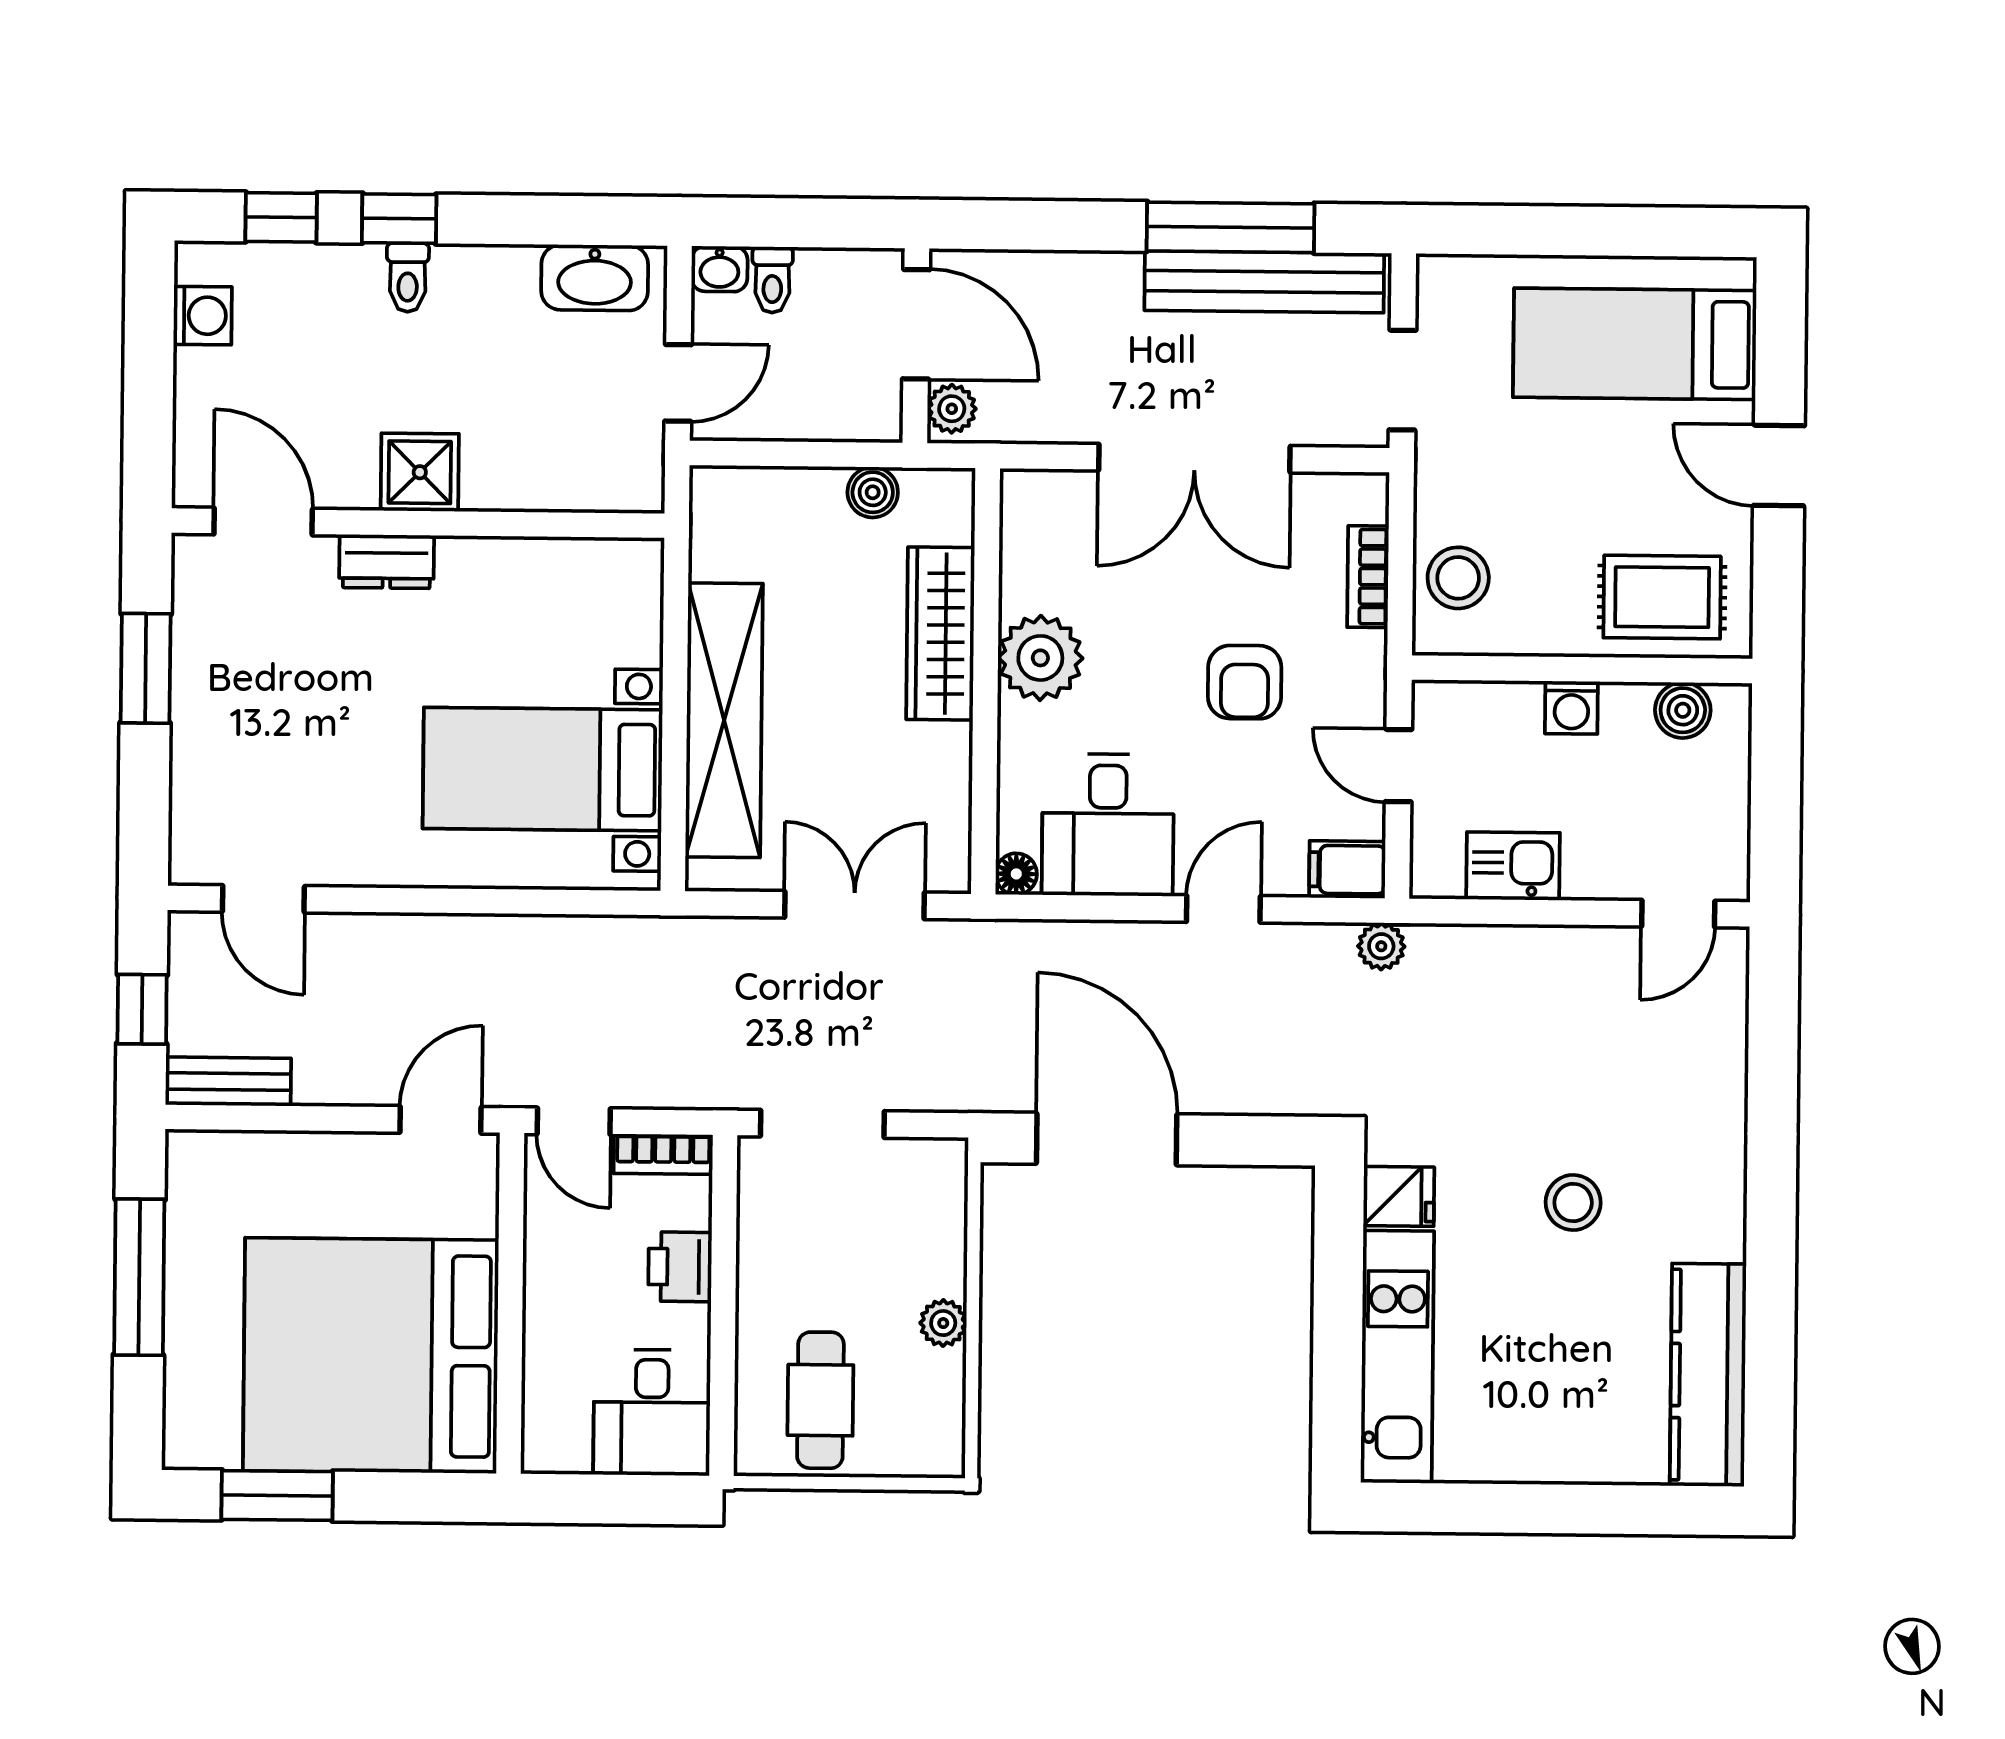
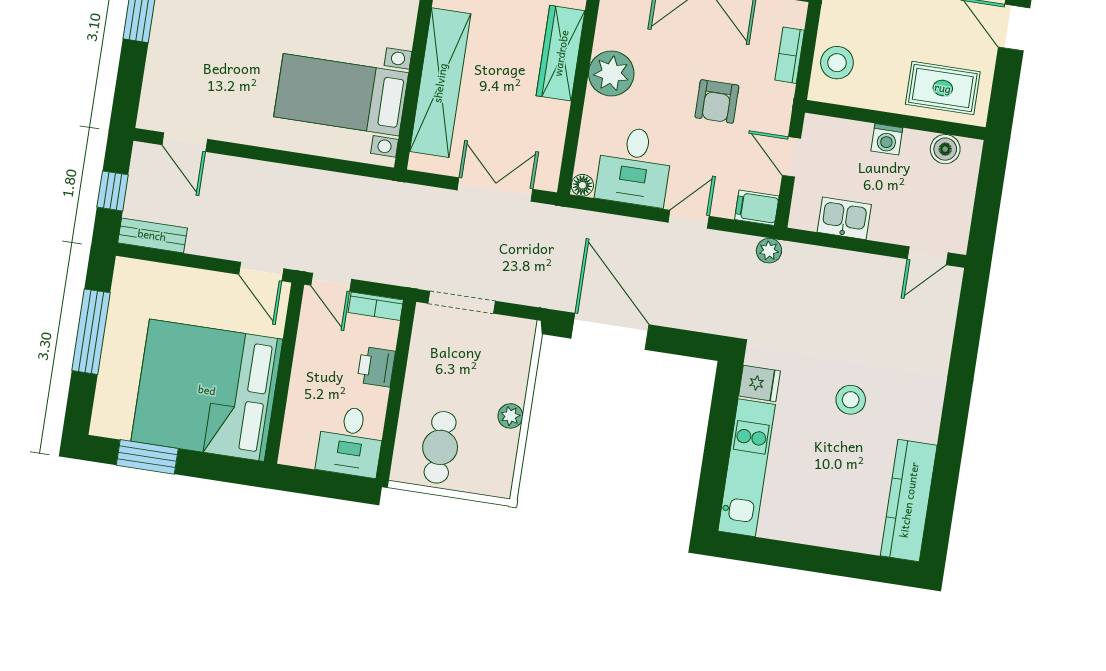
door: (441, 1120) -> (261, 272), swing flipped

